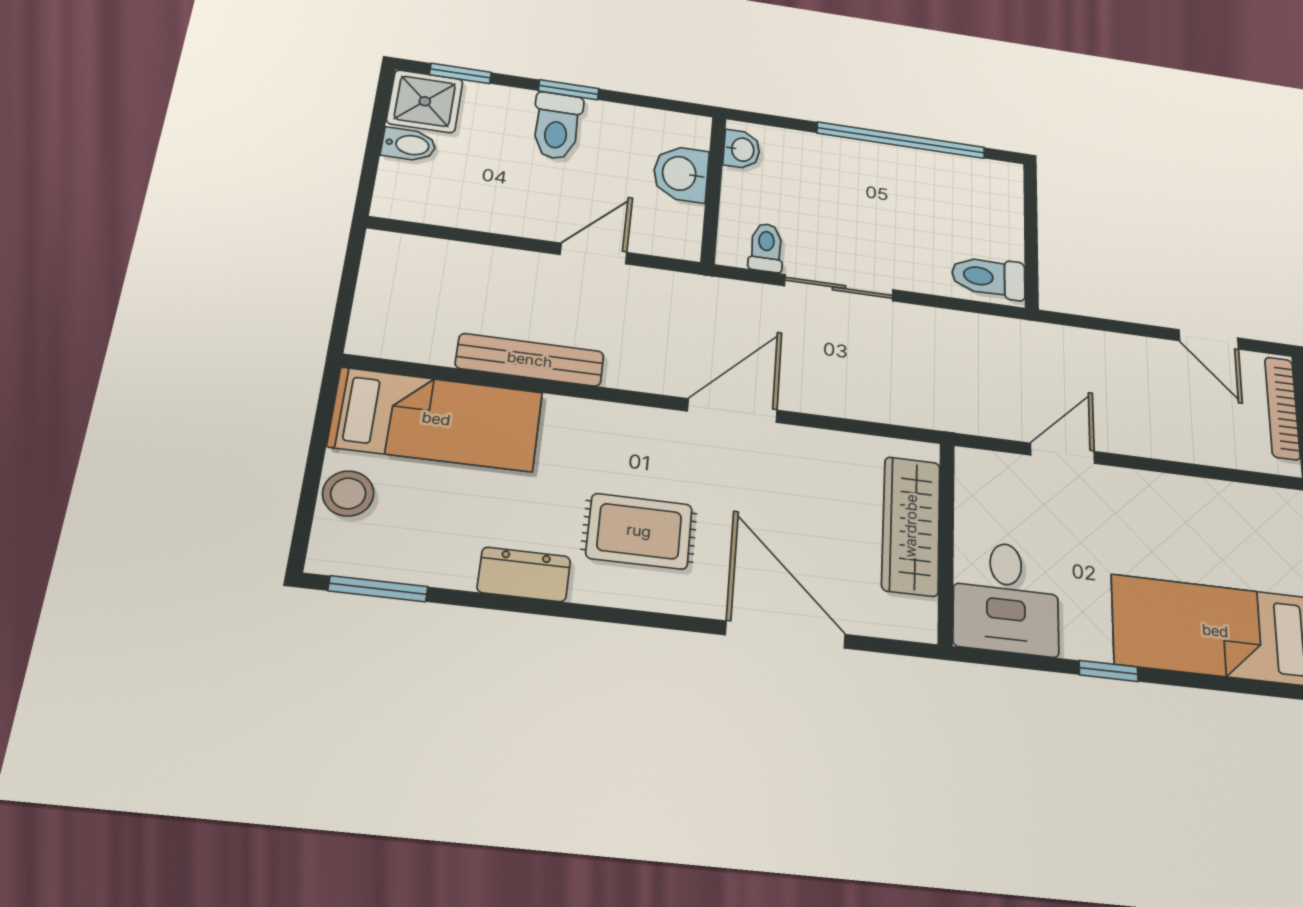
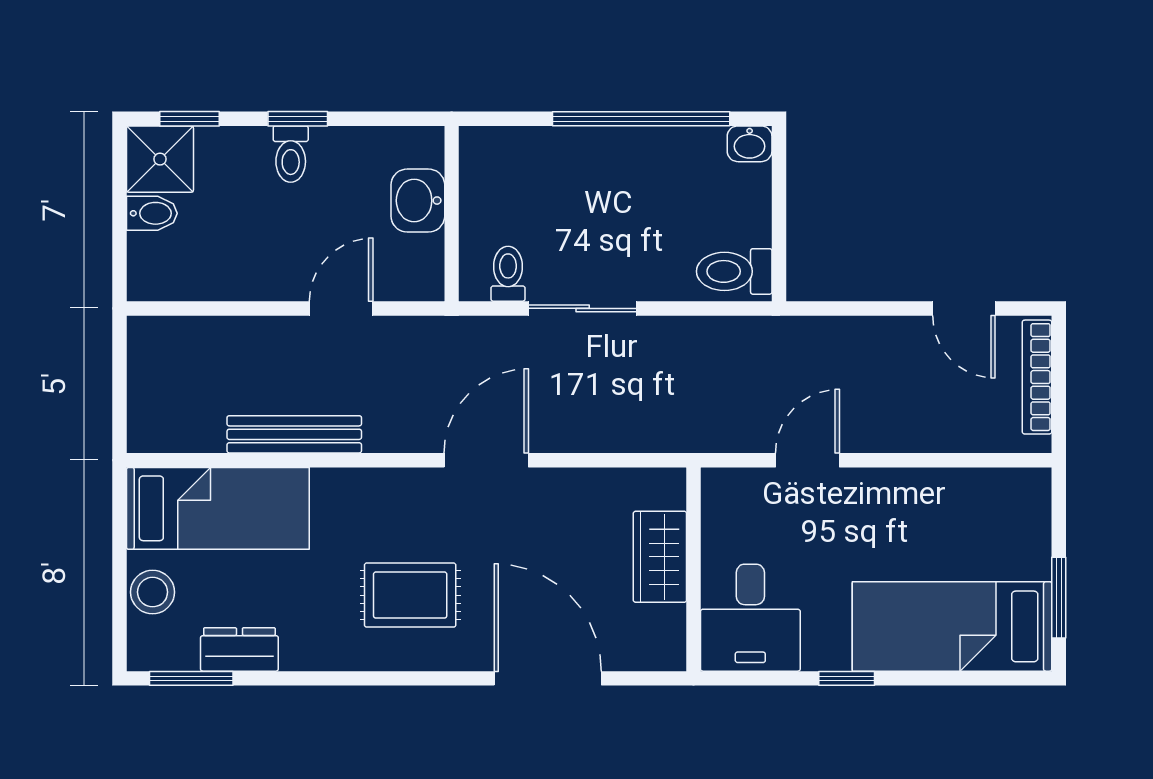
toilet: (557, 126) -> (291, 154), width x0.73, depth x0.72
washbasin: (742, 149) -> (750, 144), moved, turned 90
wardrobe: (911, 526) -> (660, 557), width x0.67
dresser: (524, 574) -> (239, 649), moved

